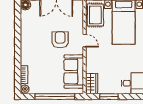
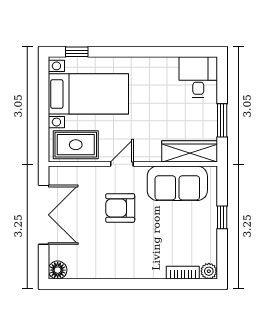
wardrobe: (92, 84) -> (190, 151), width x1.50
window: (55, 97) -> (222, 217), width x0.32

